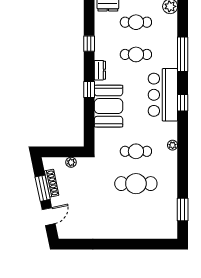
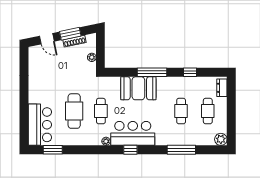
dresser: (100, 70) -> (168, 81), removed
window: (89, 90) -> (152, 72), width x2.17
bar counter: (163, 95) -> (133, 133), moved
window: (183, 103) -> (130, 150), moved
bar counter: (152, 225) -> (40, 125), added

